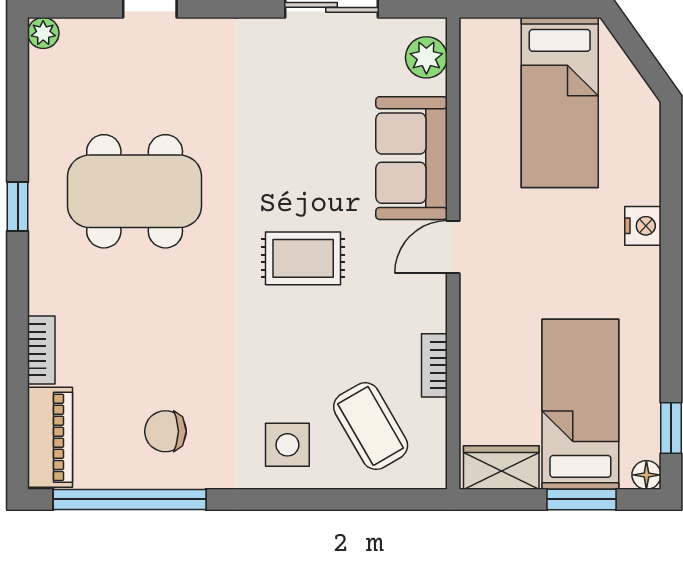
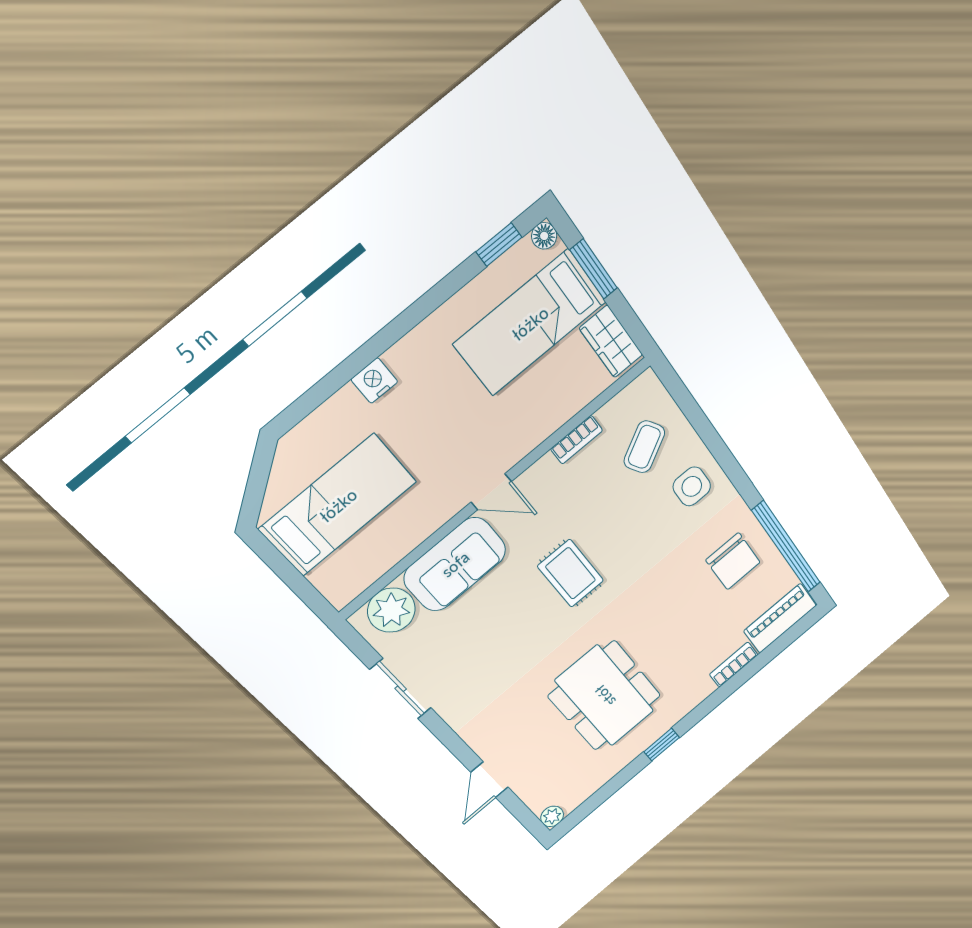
plant: (426, 57) -> (391, 610), width x1.36, depth x1.36
coffee table: (371, 426) -> (644, 447), width x0.73, depth x0.77
chair: (165, 431) -> (733, 561), width x1.37, depth x1.37

